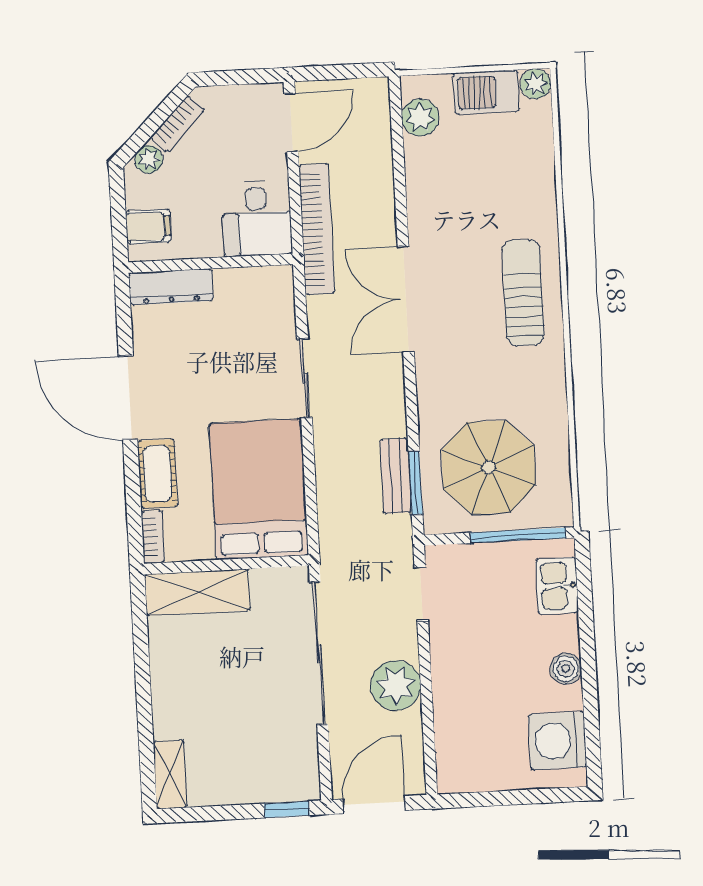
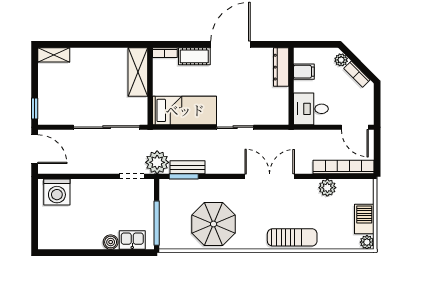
plant: (420, 117) -> (327, 188), moved
filing cabinet: (148, 227) -> (304, 72), moved, turned -90
bookcase: (317, 229) -> (344, 167), moved, turned 180
sun lounger: (523, 293) -> (292, 237), moved
parasol: (489, 467) -> (214, 224), moved
bed: (259, 489) -> (185, 110), width x0.67
boiler: (566, 669) -> (111, 242), moved
plant: (396, 685) -> (157, 162), moved
washing machine: (557, 741) -> (57, 192), moved, turned 180

